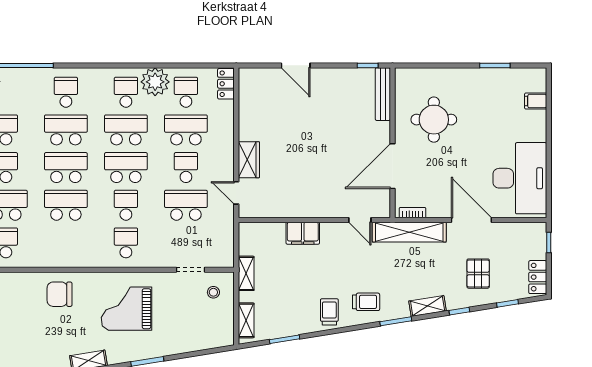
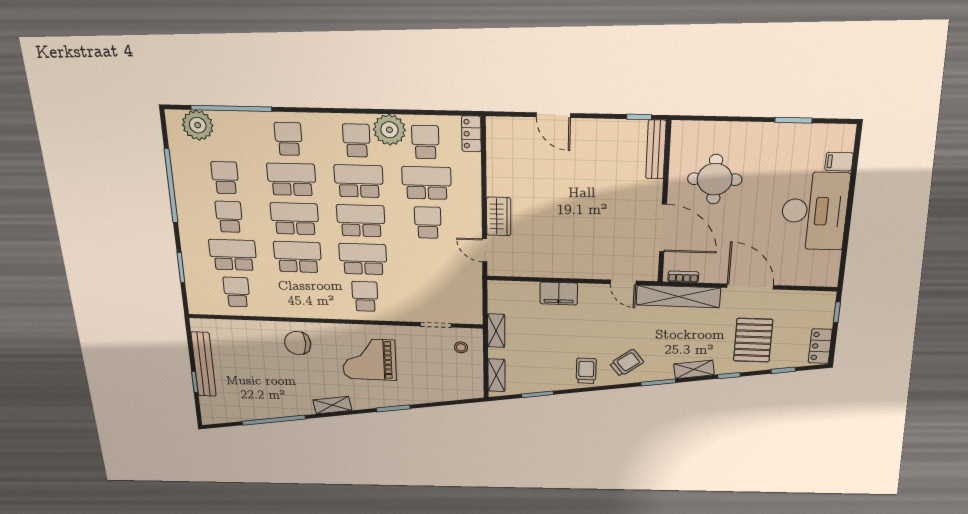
door: (392, 166) -> (663, 228), swing flipped
desk: (520, 178) -> (814, 211), moved
school desk: (126, 205) -> (363, 259), width x1.85
school desk: (186, 205) -> (429, 261), removed
pallet: (478, 274) -> (753, 340), width x1.50, depth x1.42
trolley: (366, 302) -> (627, 363), turned -38

